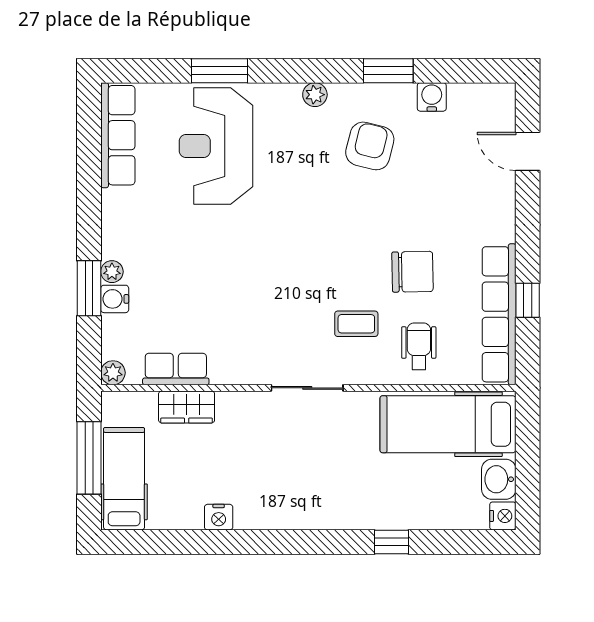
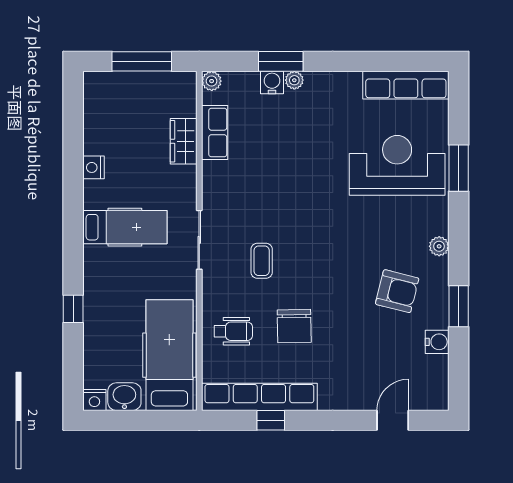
coffee table: (356, 324) -> (262, 261), moved
hospital bed: (124, 479) -> (125, 227), moved

